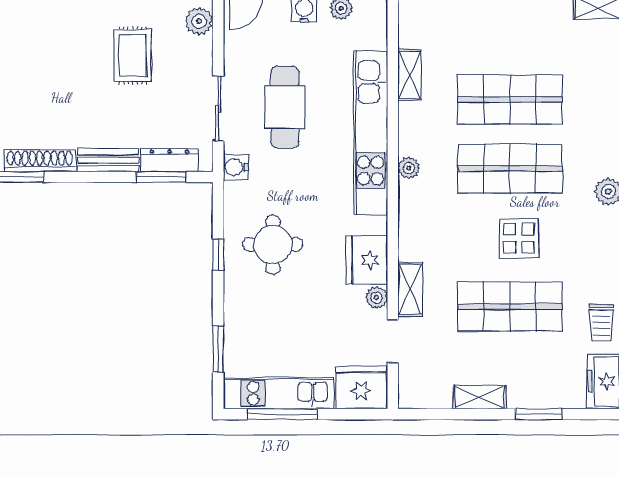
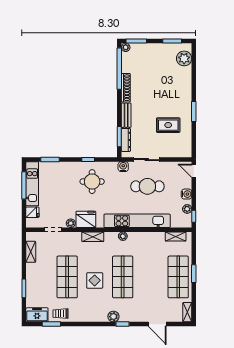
plant: (199, 21) -> (182, 152), removed
shelving: (409, 75) -> (176, 236), moved
shop shelf: (510, 100) -> (178, 277), moved
shelving: (410, 289) -> (93, 237), moved
fridge: (361, 387) -> (32, 212), width x0.53, depth x0.75
shelving: (479, 397) -> (31, 252), moved

